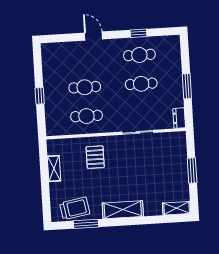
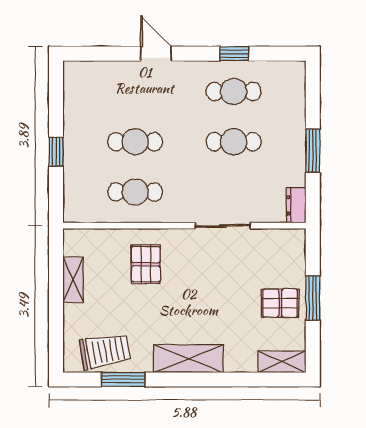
pallet: (174, 175) -> (280, 303), added

